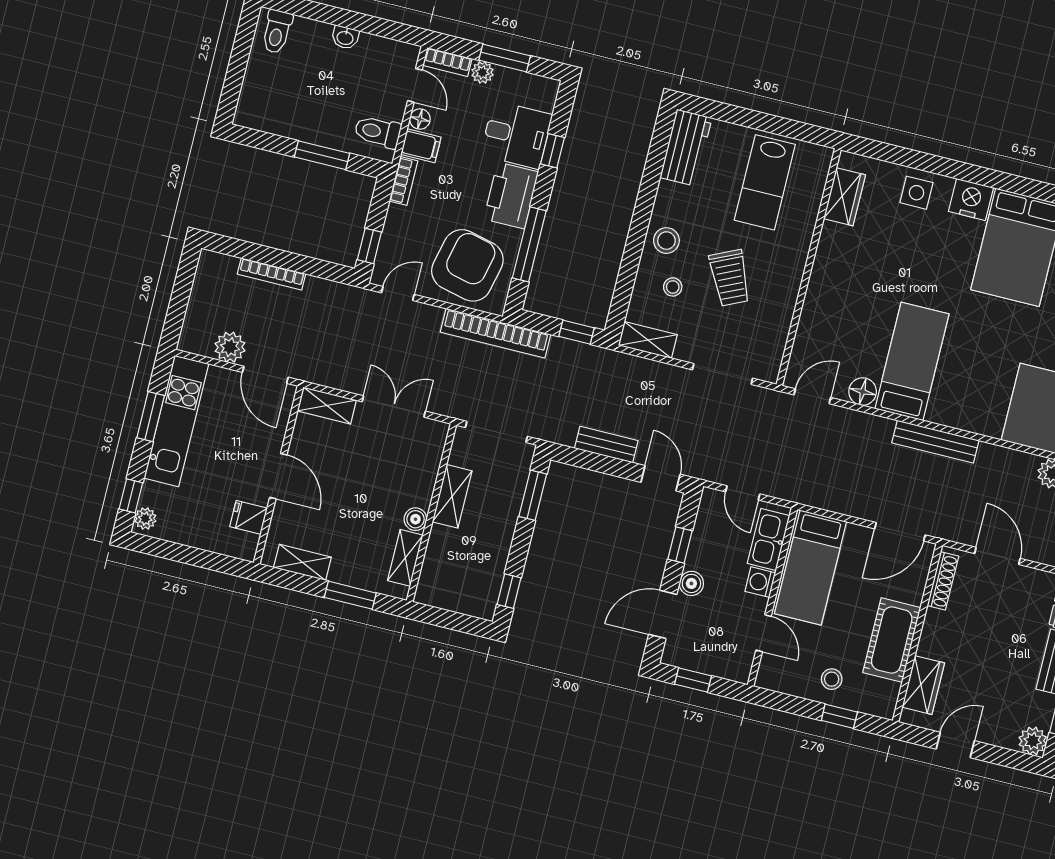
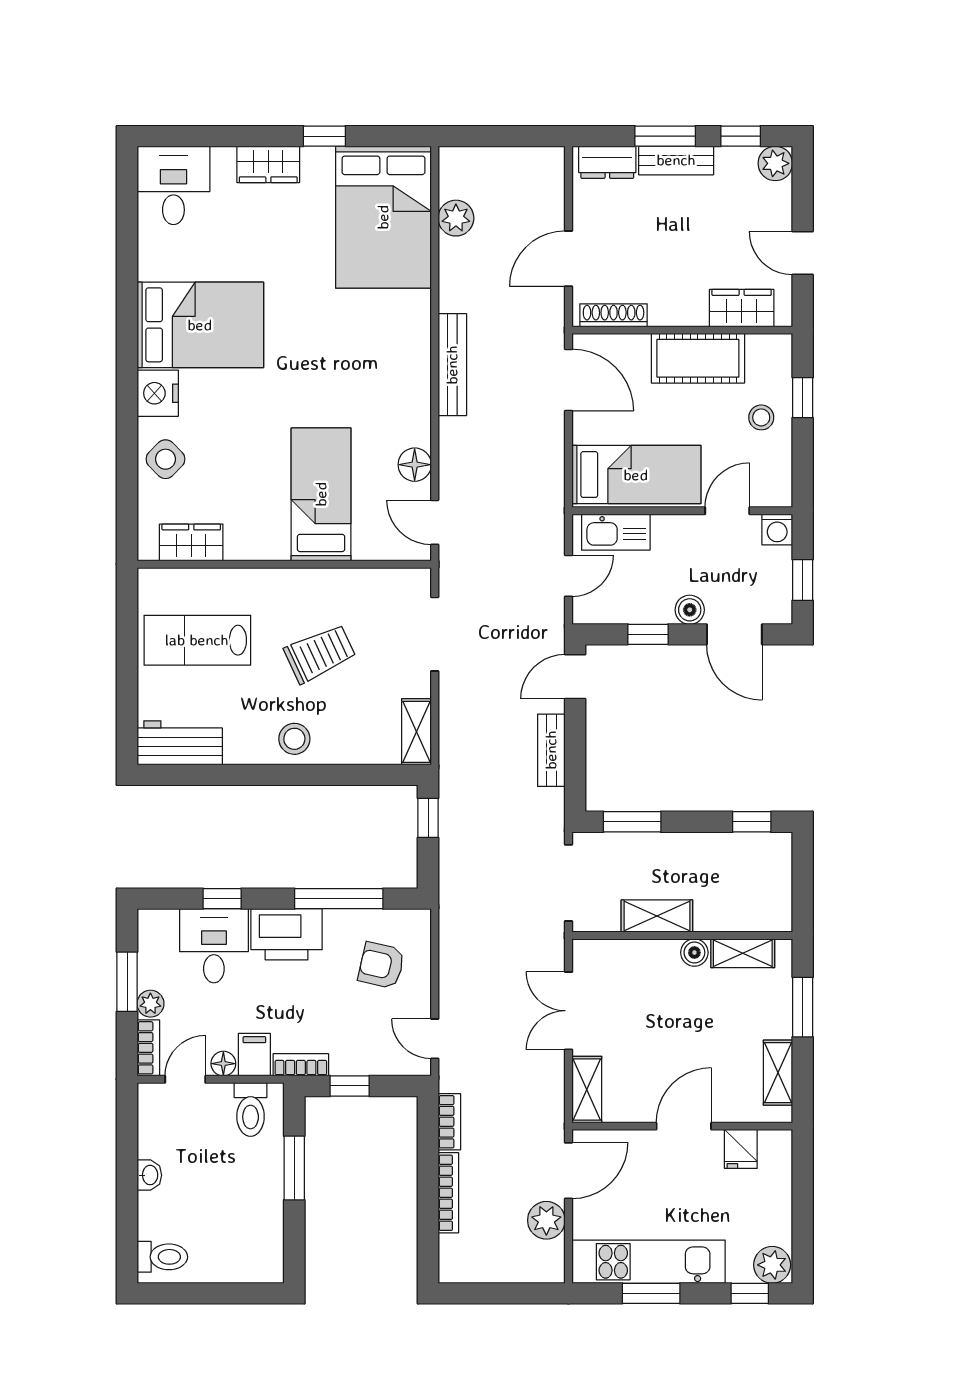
lab bench: (765, 182) -> (197, 640), turned 180
side table: (916, 193) -> (165, 459), turned 45
window: (369, 246) -> (350, 1086), moved
armchair: (467, 265) -> (381, 965), width x0.53, depth x0.53
stool: (673, 287) -> (347, 718), removed
bookcase: (495, 333) -> (449, 1122), moved, width x0.43, depth x0.76
bed: (912, 361) -> (321, 494), moved, turned 90
plant: (145, 519) -> (772, 1265), width x1.38, depth x1.38
washing machine: (760, 582) -> (777, 529), moved

